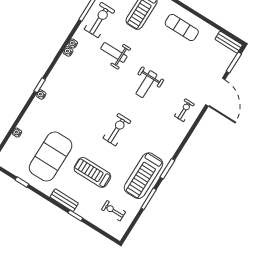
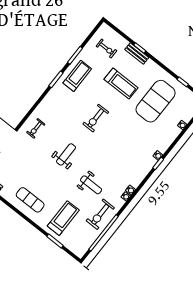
treadmill: (143, 176) -> (77, 76), width x0.73, depth x0.73
bench: (64, 200) -> (137, 53), moved

